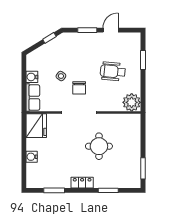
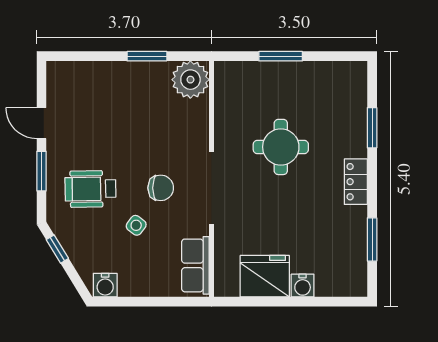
window: (143, 60) -> (147, 56), moved
wheelchair: (113, 71) -> (90, 189), moved, turned 84
water cooler: (32, 77) -> (105, 285), moved
row of seats: (33, 98) -> (195, 265), moved, turned -90
fridge: (36, 126) -> (265, 276), moved
window: (143, 168) -> (281, 56), moved

